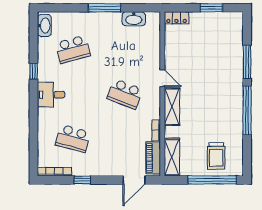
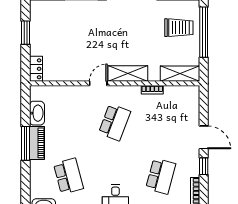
piano: (153, 158) -> (37, 143), moved, turned -90
door: (134, 180) -> (204, 137), moved

